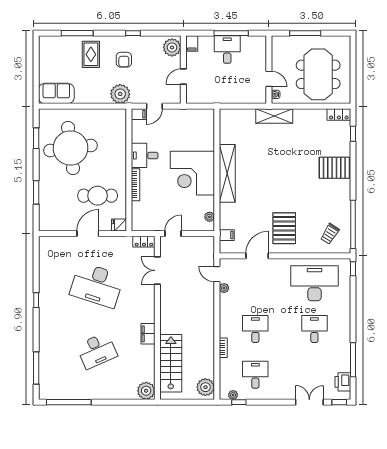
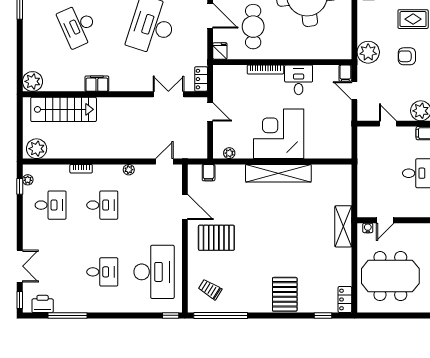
plant: (224, 288) -> (129, 170), moved

